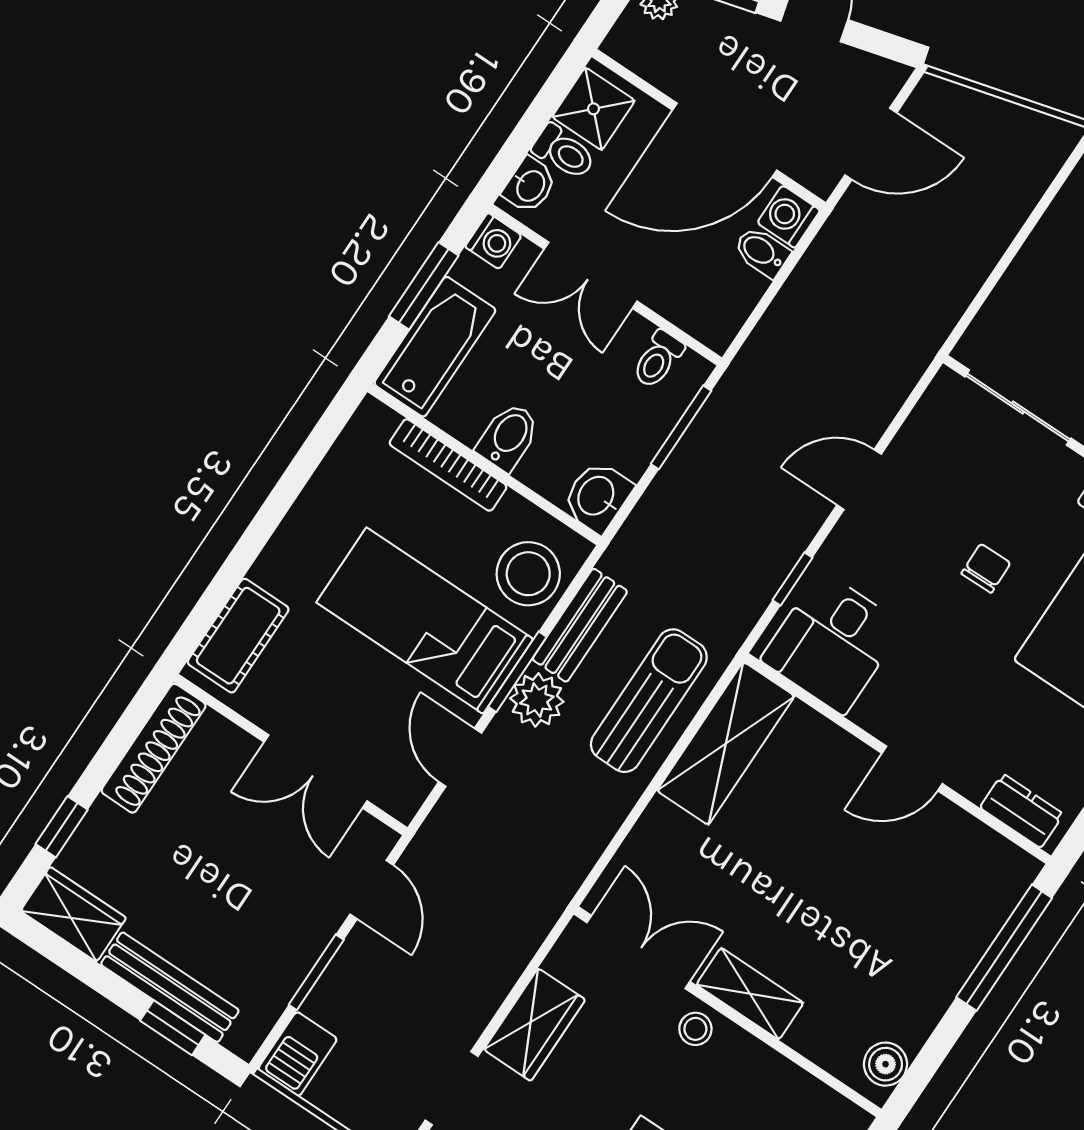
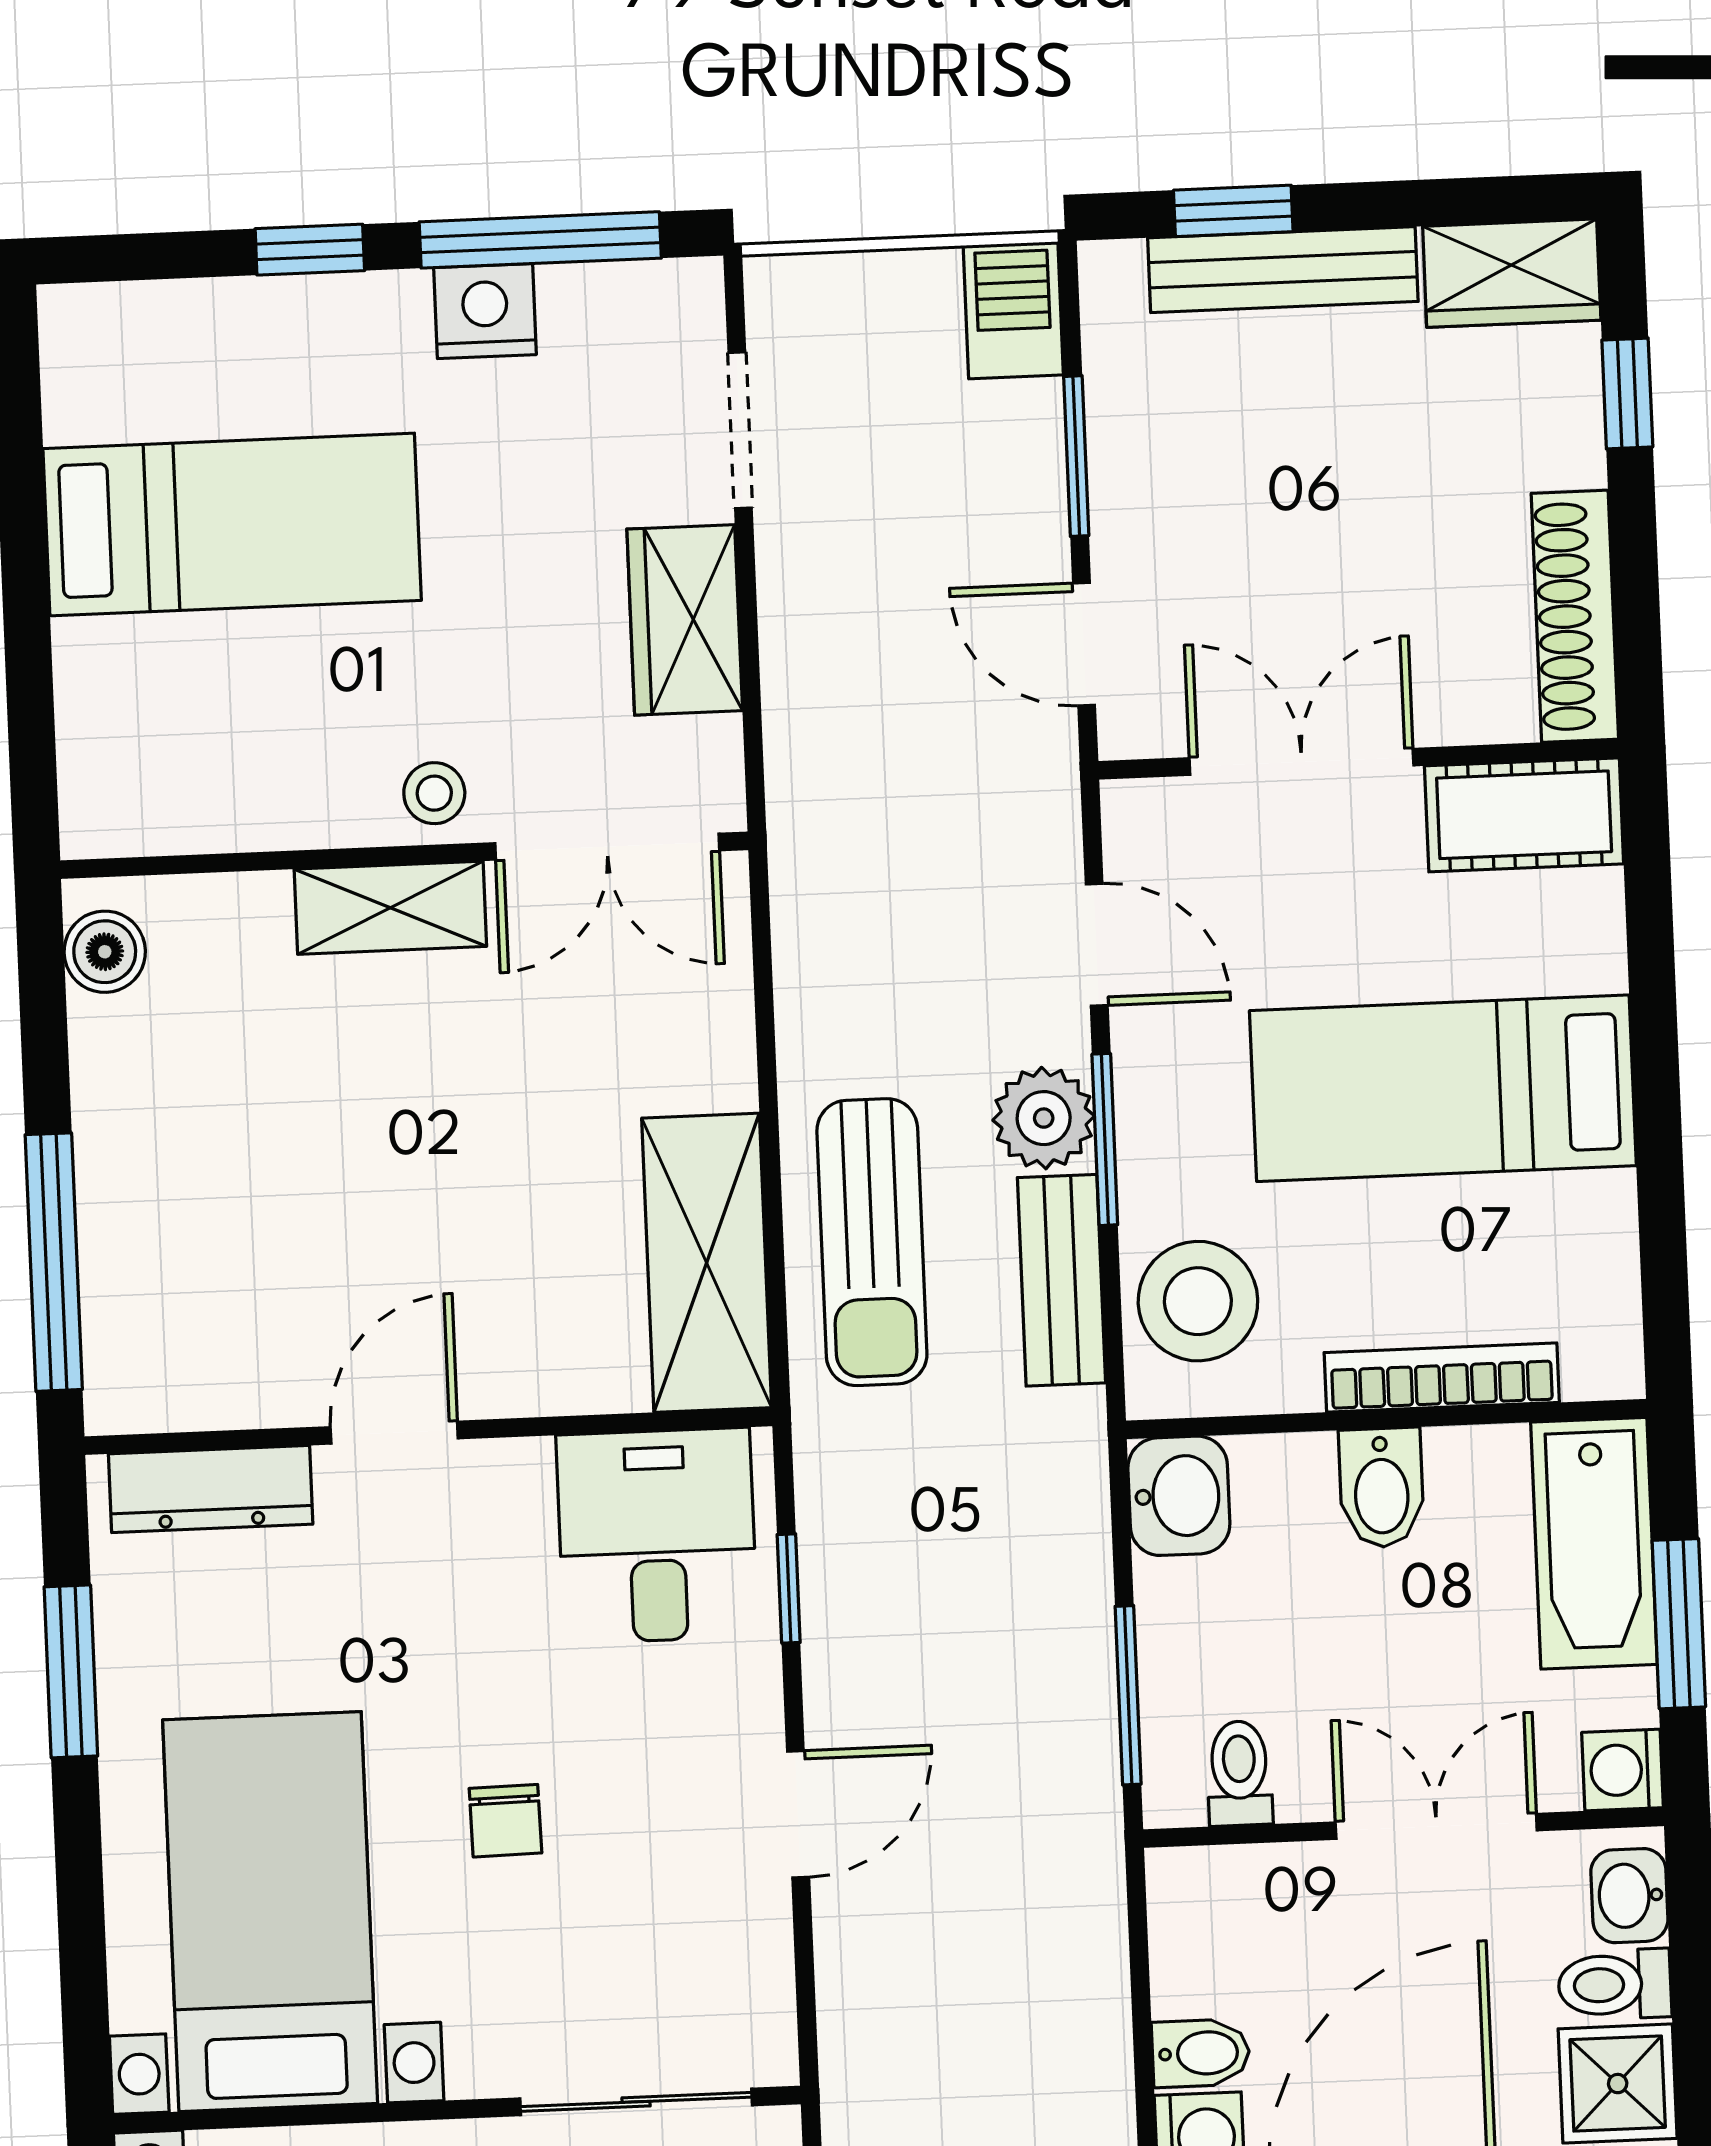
bed: (425, 621) -> (1443, 1088), moved, turned 180
cot: (238, 636) -> (1524, 815), moved, turned 90
dresser: (1022, 811) -> (211, 1489), width x1.44

